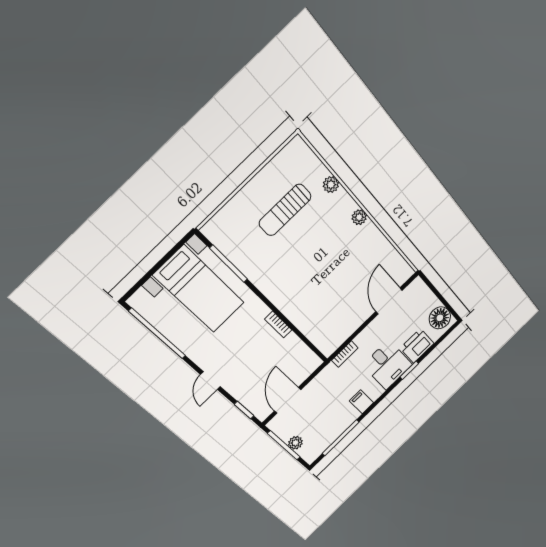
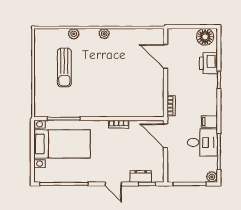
desk: (388, 365) -> (202, 142), moved
dresser: (246, 397) -> (141, 176), added
door: (288, 400) -> (166, 136), moved
plant: (295, 443) -> (212, 177), moved

